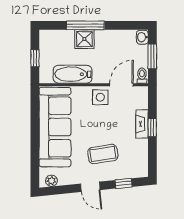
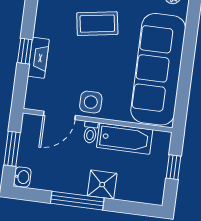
window: (85, 25) -> (77, 201), moved
toilet: (142, 76) -> (90, 132), moved

